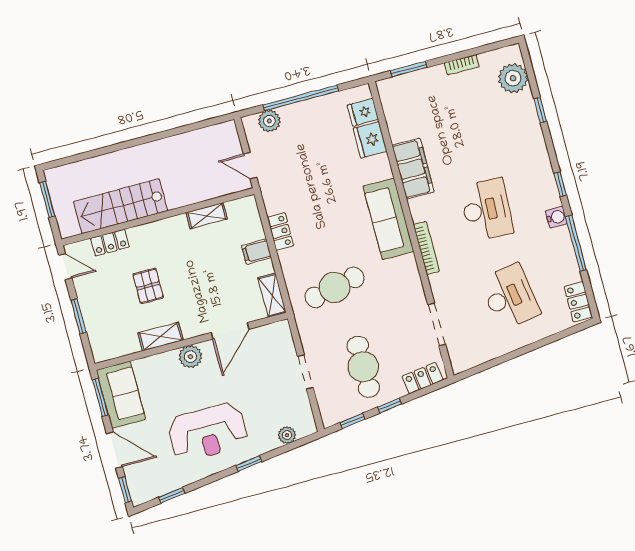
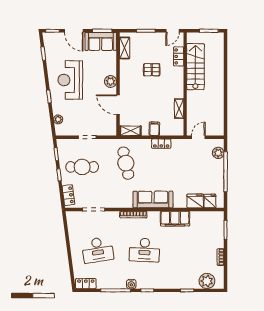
shelving: (161, 337) -> (125, 48), moved
door: (114, 450) -> (74, 31), hinge flipped

